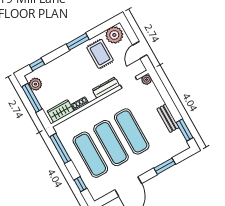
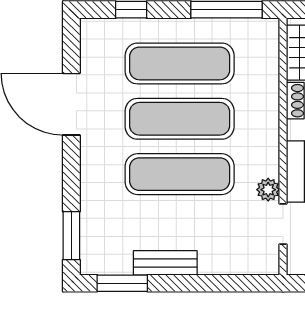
plant: (147, 80) -> (268, 190), moved
window: (165, 166) -> (71, 236), moved

